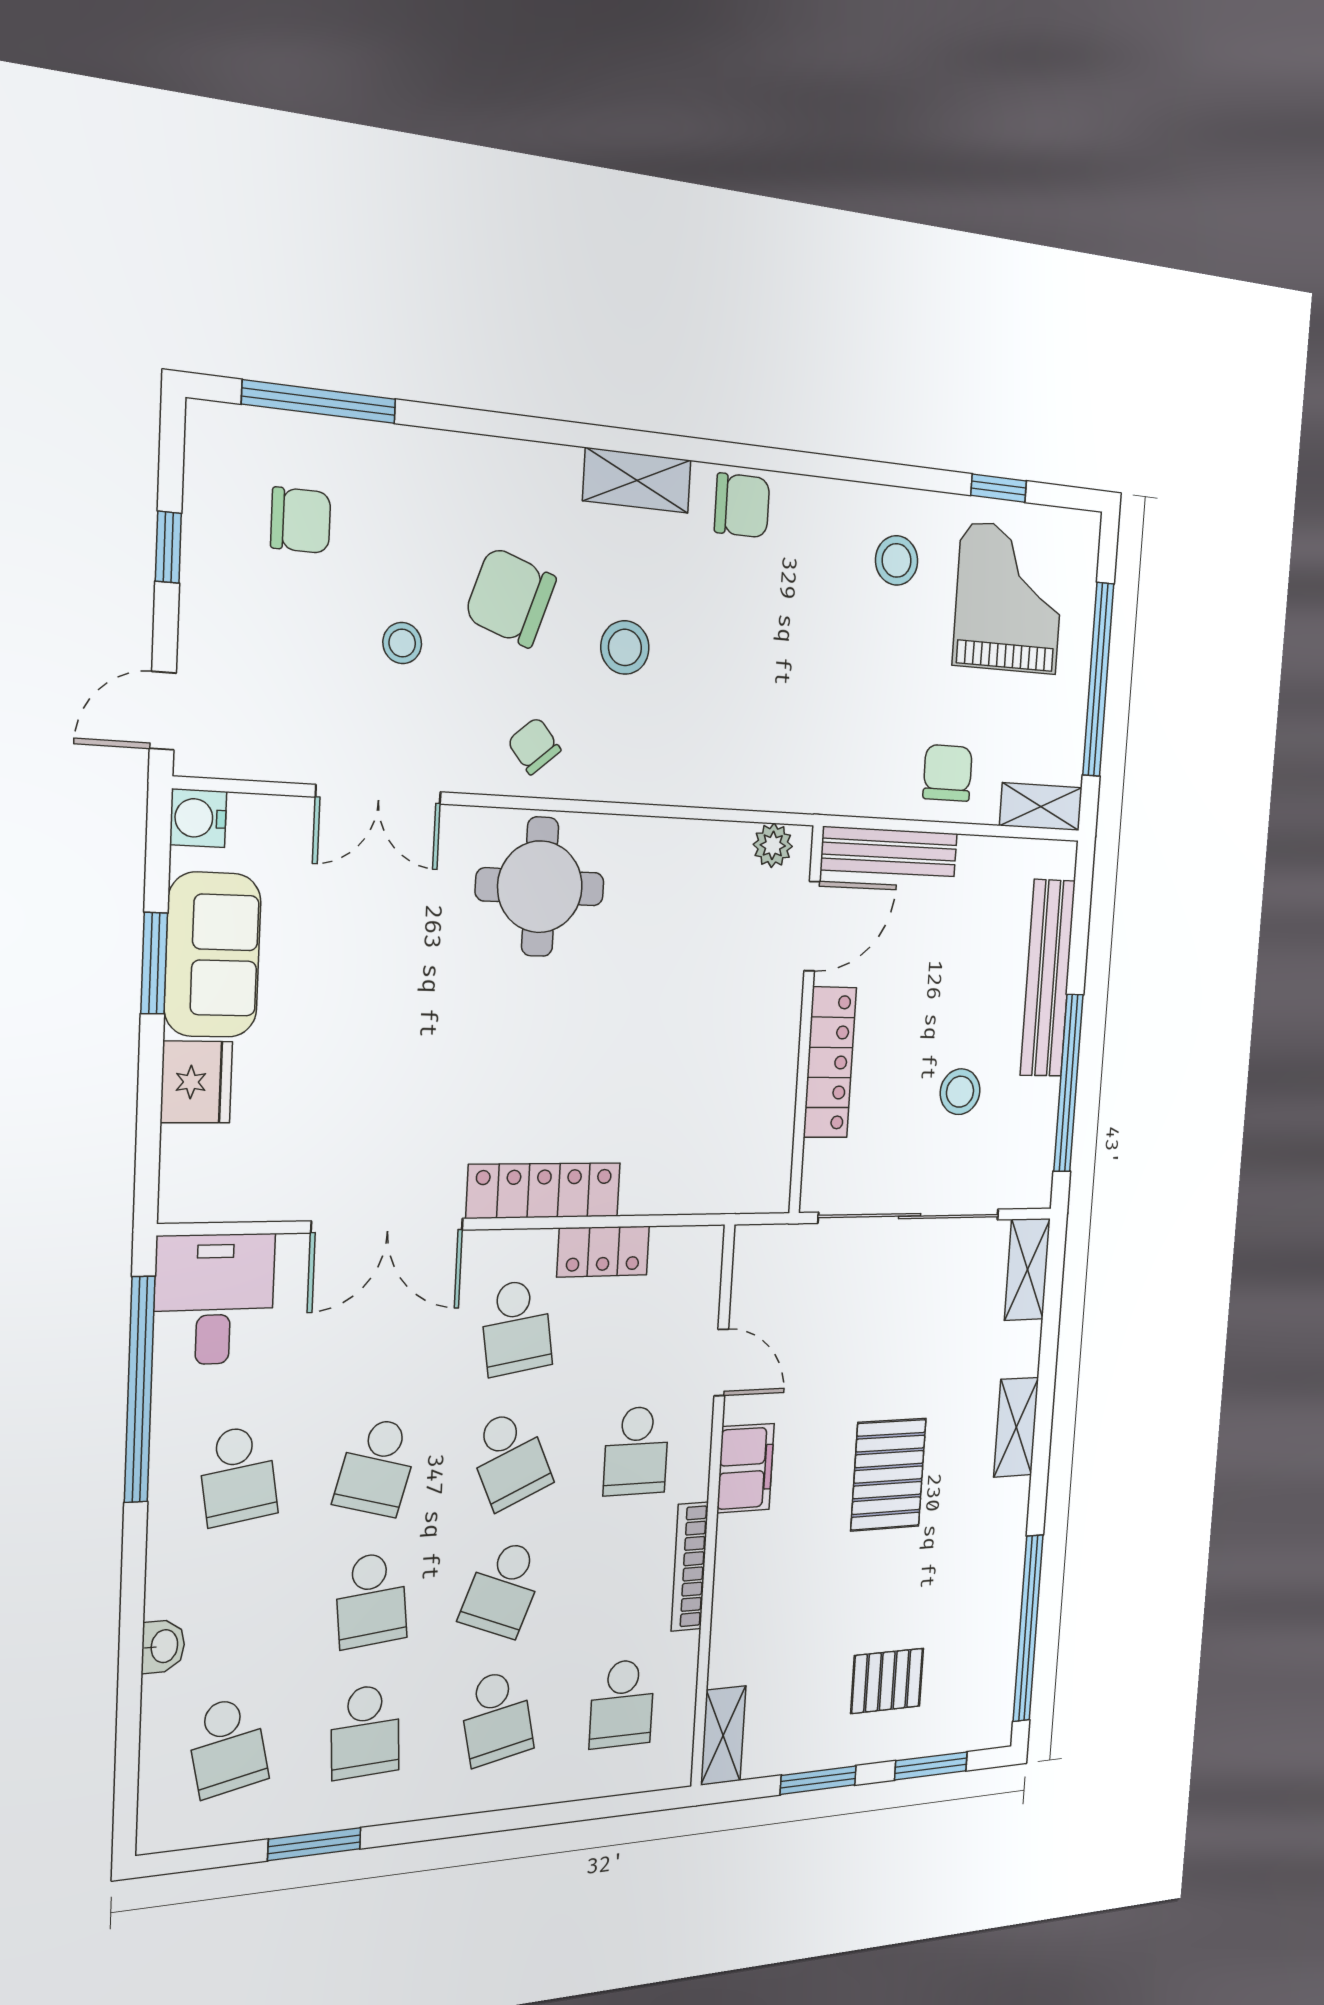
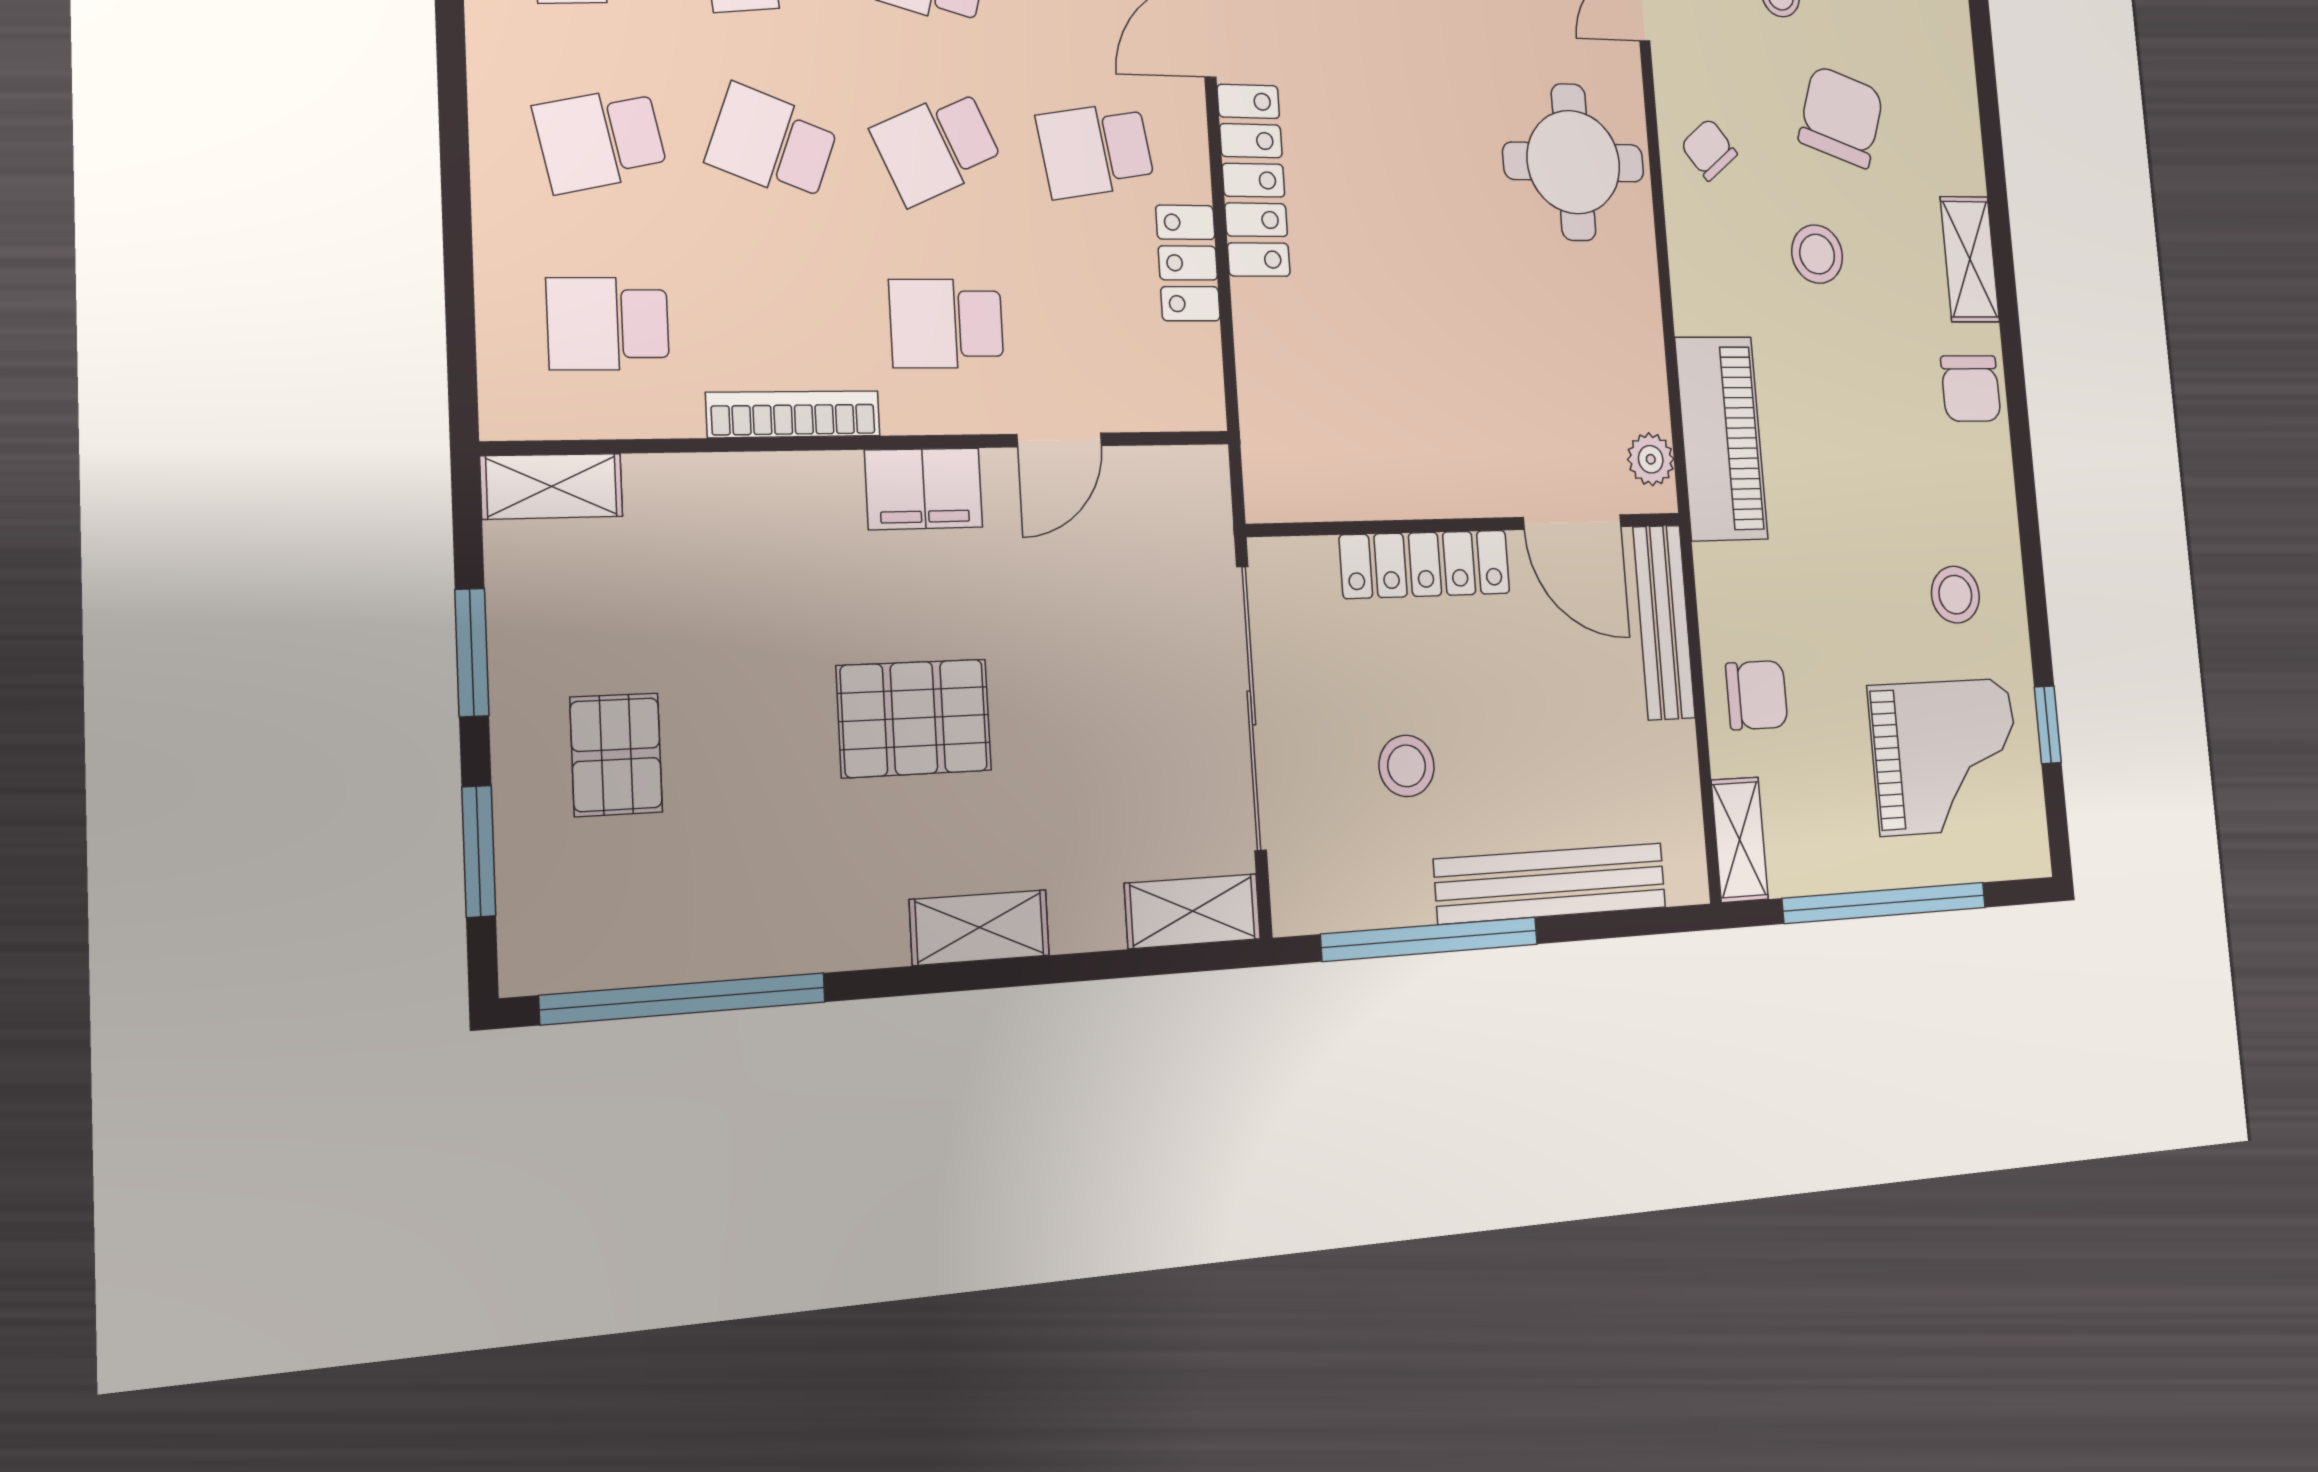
chair: (534, 746) -> (1709, 150), turned -88
piano: (762, 774) -> (1721, 438), added

